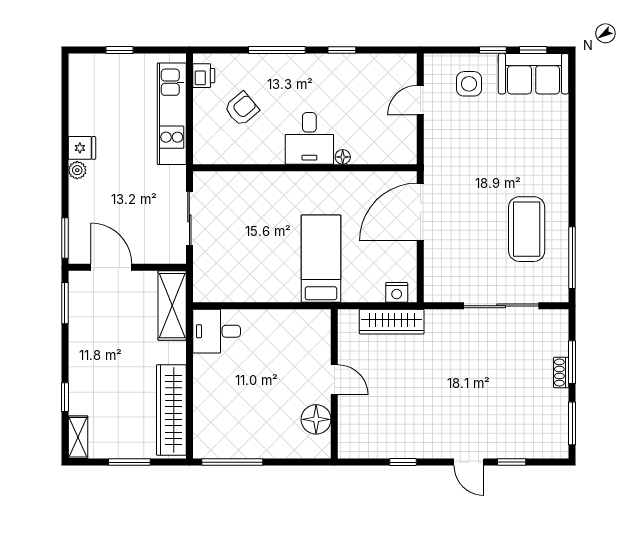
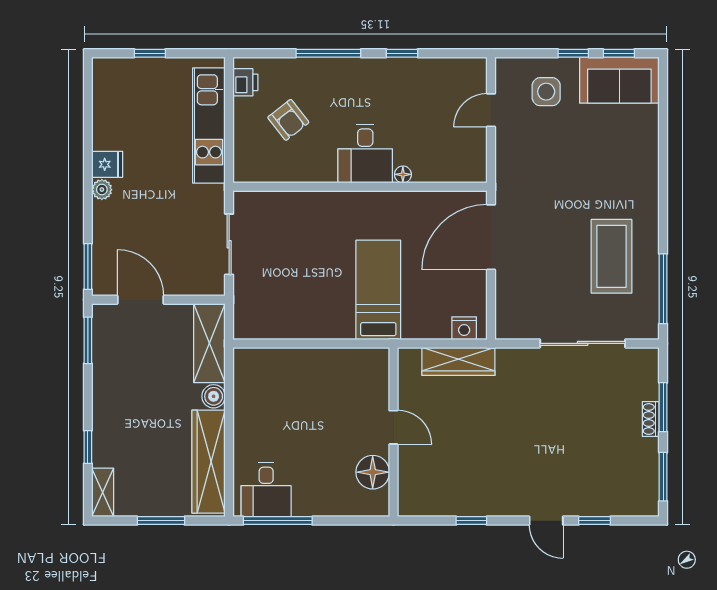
armchair: (242, 109) -> (288, 120), turned 92
desk: (217, 331) -> (266, 490), moved, turned -90
boiler: (176, 352) -> (214, 396), added

